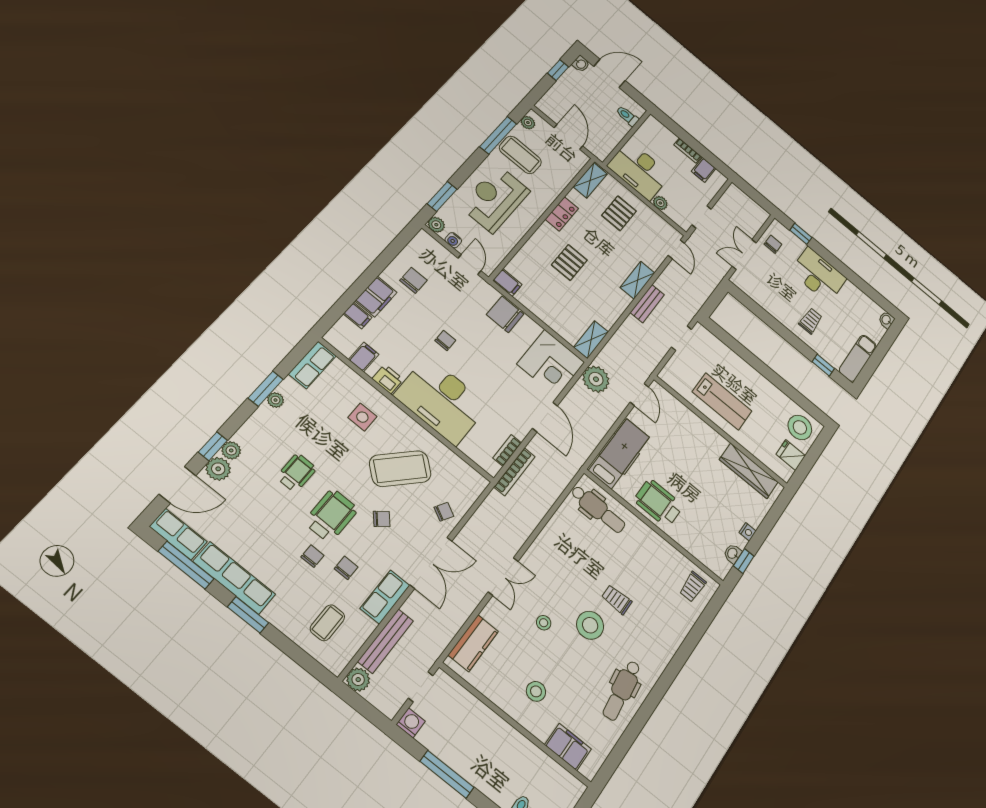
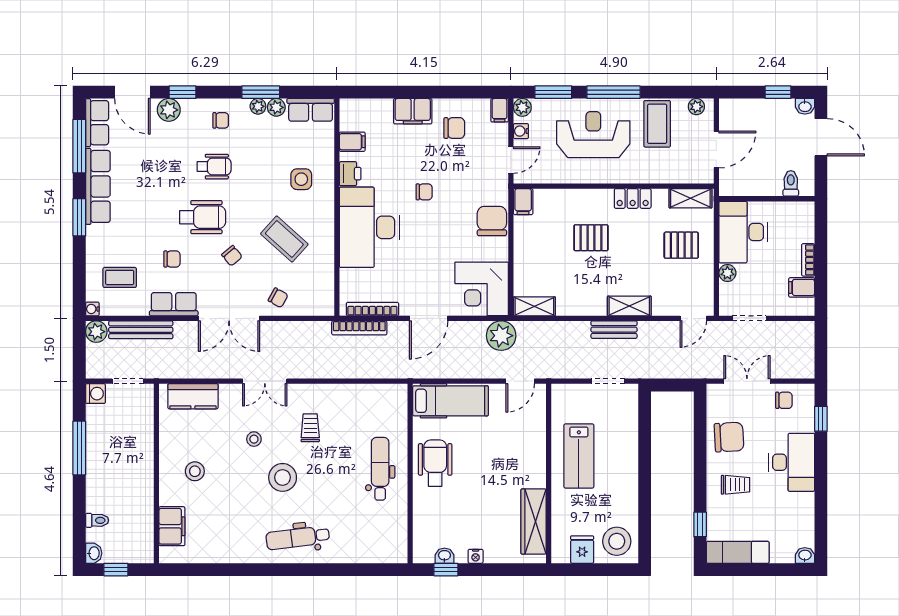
window: (498, 135) -> (613, 92), moved
chair: (775, 297) -> (729, 437), added
filing cabinet: (358, 316) -> (500, 110), moved
plant: (231, 450) -> (276, 107), moved
bookcase: (507, 450) -> (372, 309), width x1.56
coffee table: (400, 469) -> (284, 239), width x0.73, depth x0.76
dental chair: (598, 509) -> (380, 469), moved, turned 180
chair: (312, 556) -> (221, 120), moved
trolley: (693, 587) -> (386, 540), removed
trolley: (617, 600) -> (310, 428), moved
water cooler: (336, 667) -> (92, 309), added
dental chair: (622, 690) -> (298, 538), moved

